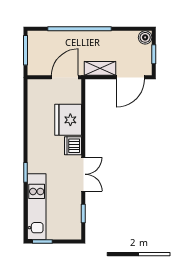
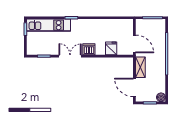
fridge: (68, 120) -> (111, 48), width x0.53, depth x0.75
double door: (83, 174) -> (70, 56), swing flipped

